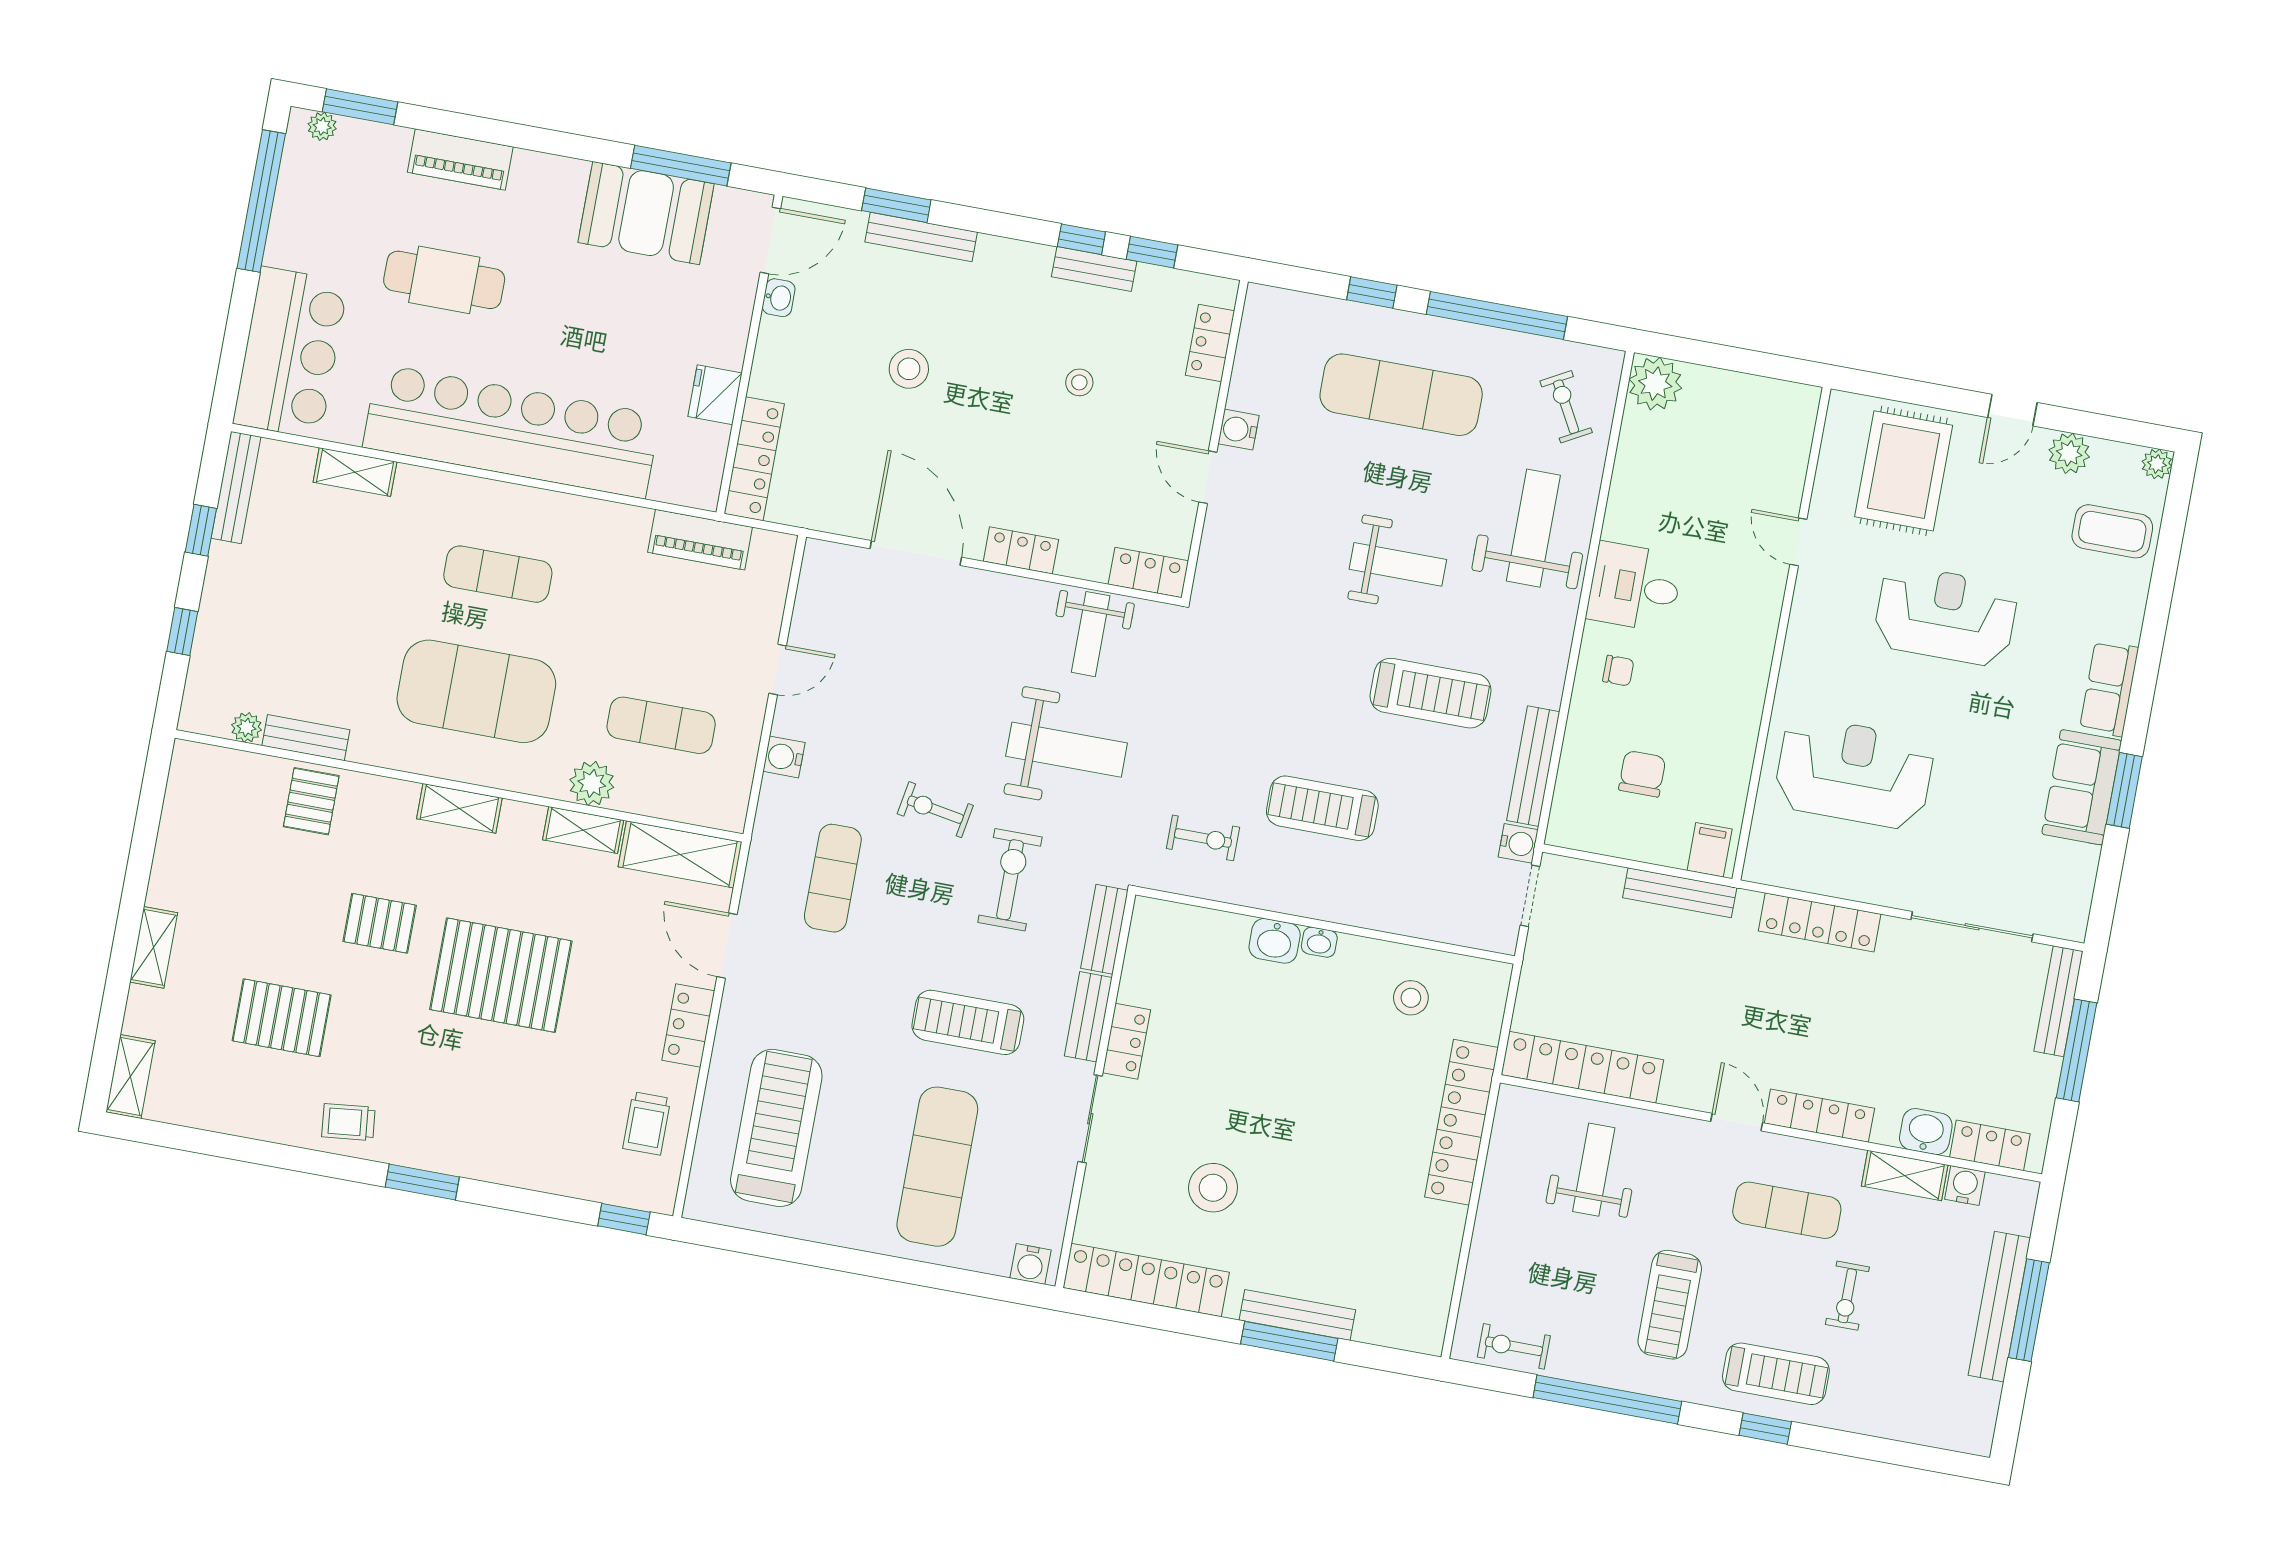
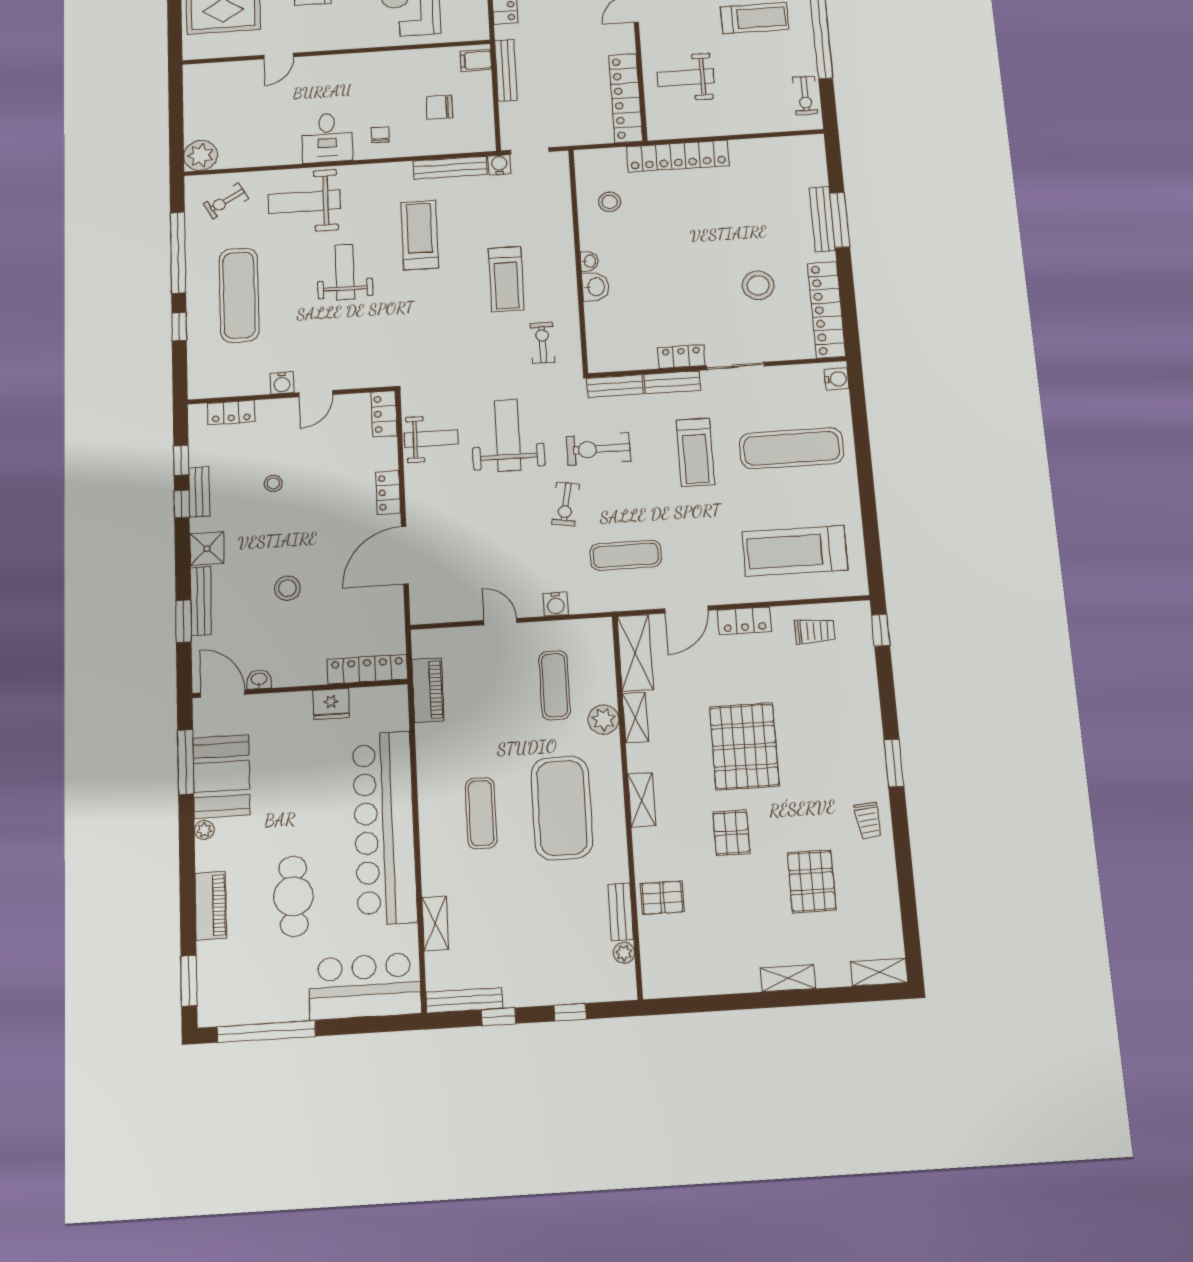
plant: (322, 126) -> (204, 830), moved
shower: (1001, 262) -> (207, 549), added

